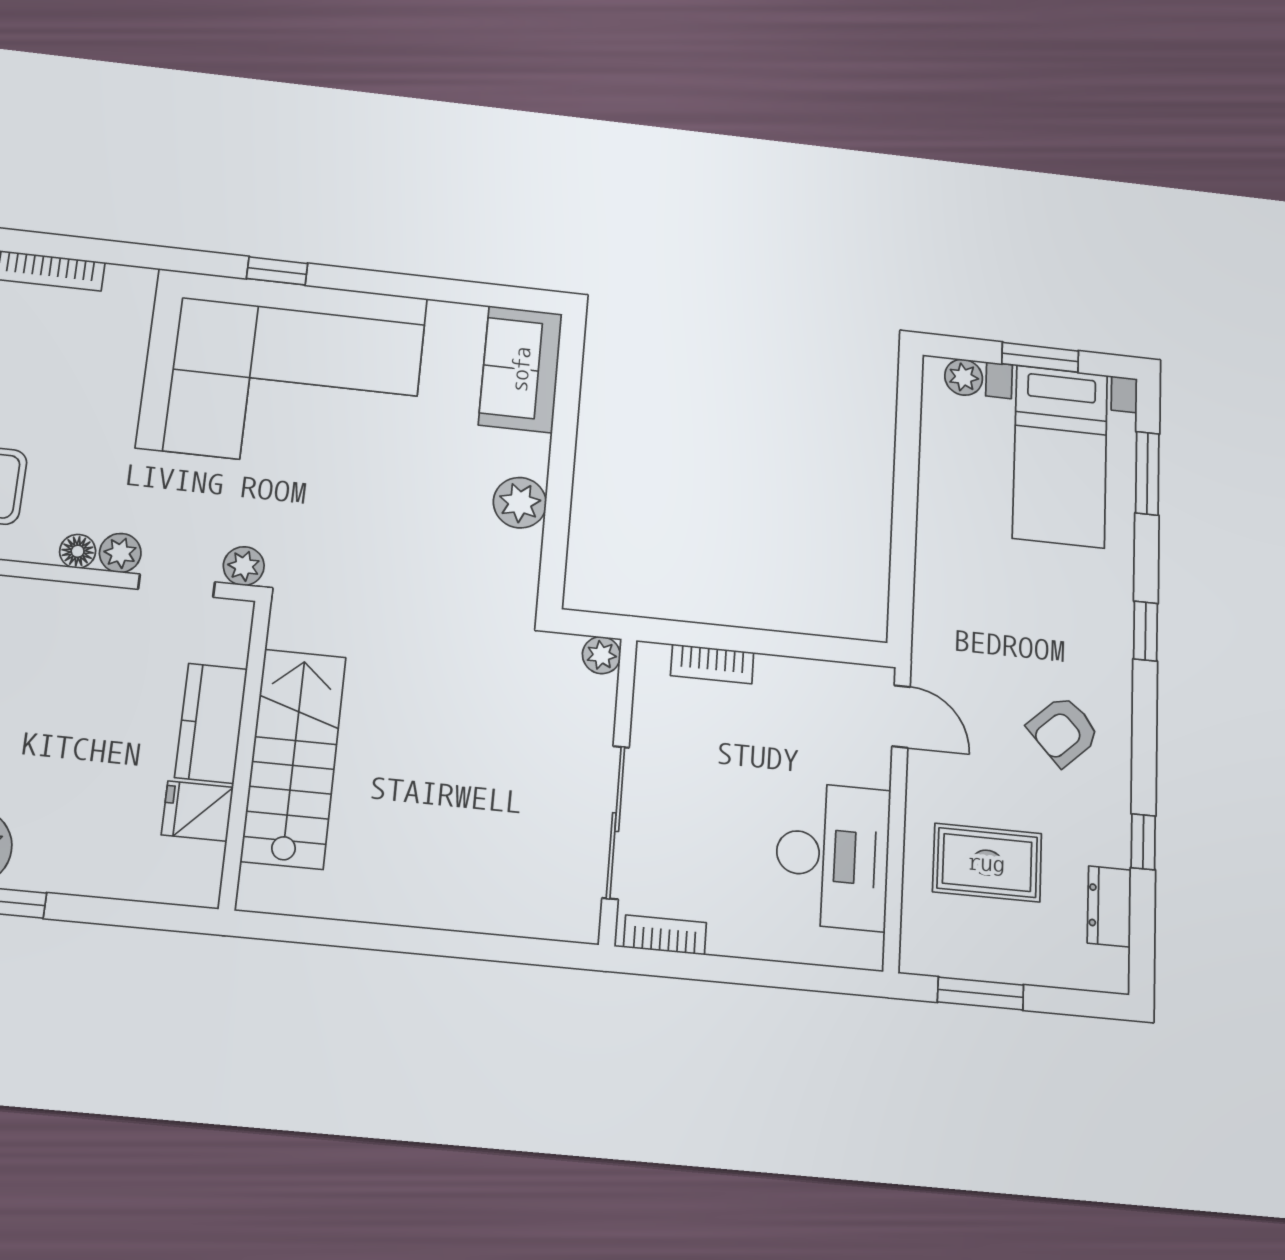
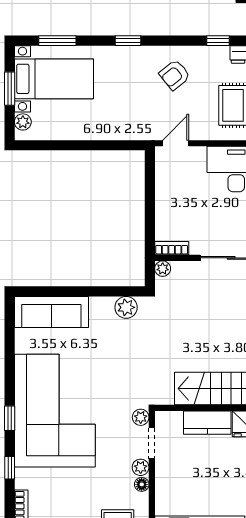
window: (159, 258) -> (10, 468), added
sofa: (521, 369) -> (51, 312), width x1.36
plant: (520, 503) -> (126, 307), moved
bookcase: (712, 664) -> (172, 248), moved, turned -90
armchair: (1064, 731) -> (175, 75), turned 94

